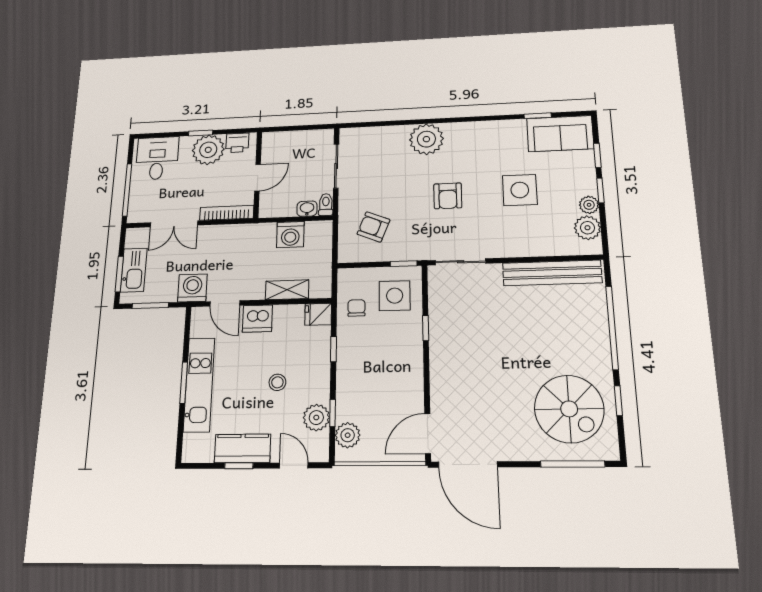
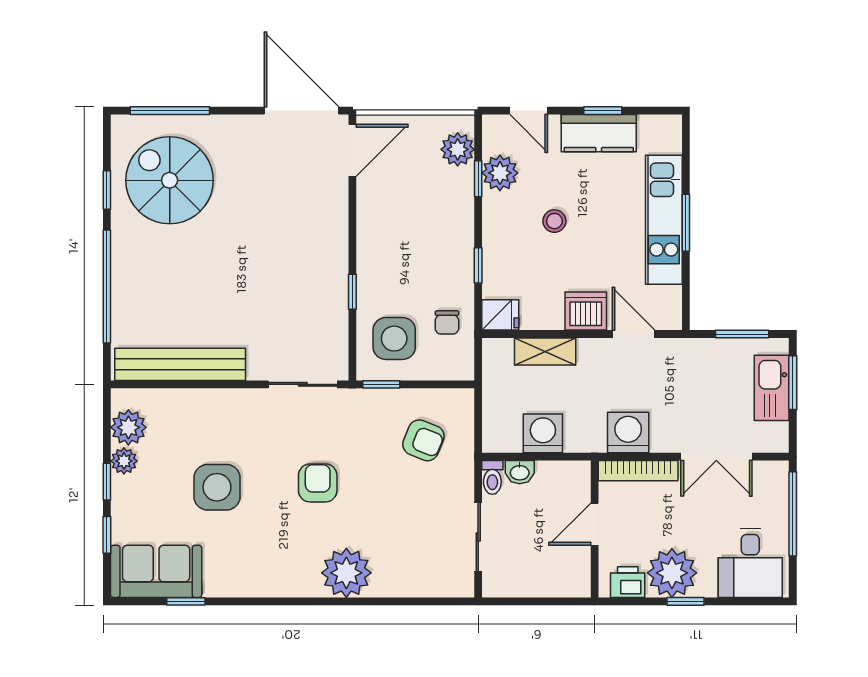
double door: (174, 224) -> (716, 457), swing flipped
washing machine: (192, 288) -> (628, 432), moved, turned 180

